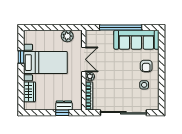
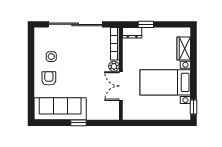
window: (121, 28) -> (78, 123), width x0.32
plant: (67, 36) -> (140, 113), removed
window: (21, 57) -> (194, 107), moved
dresser: (64, 106) -> (132, 33), moved

